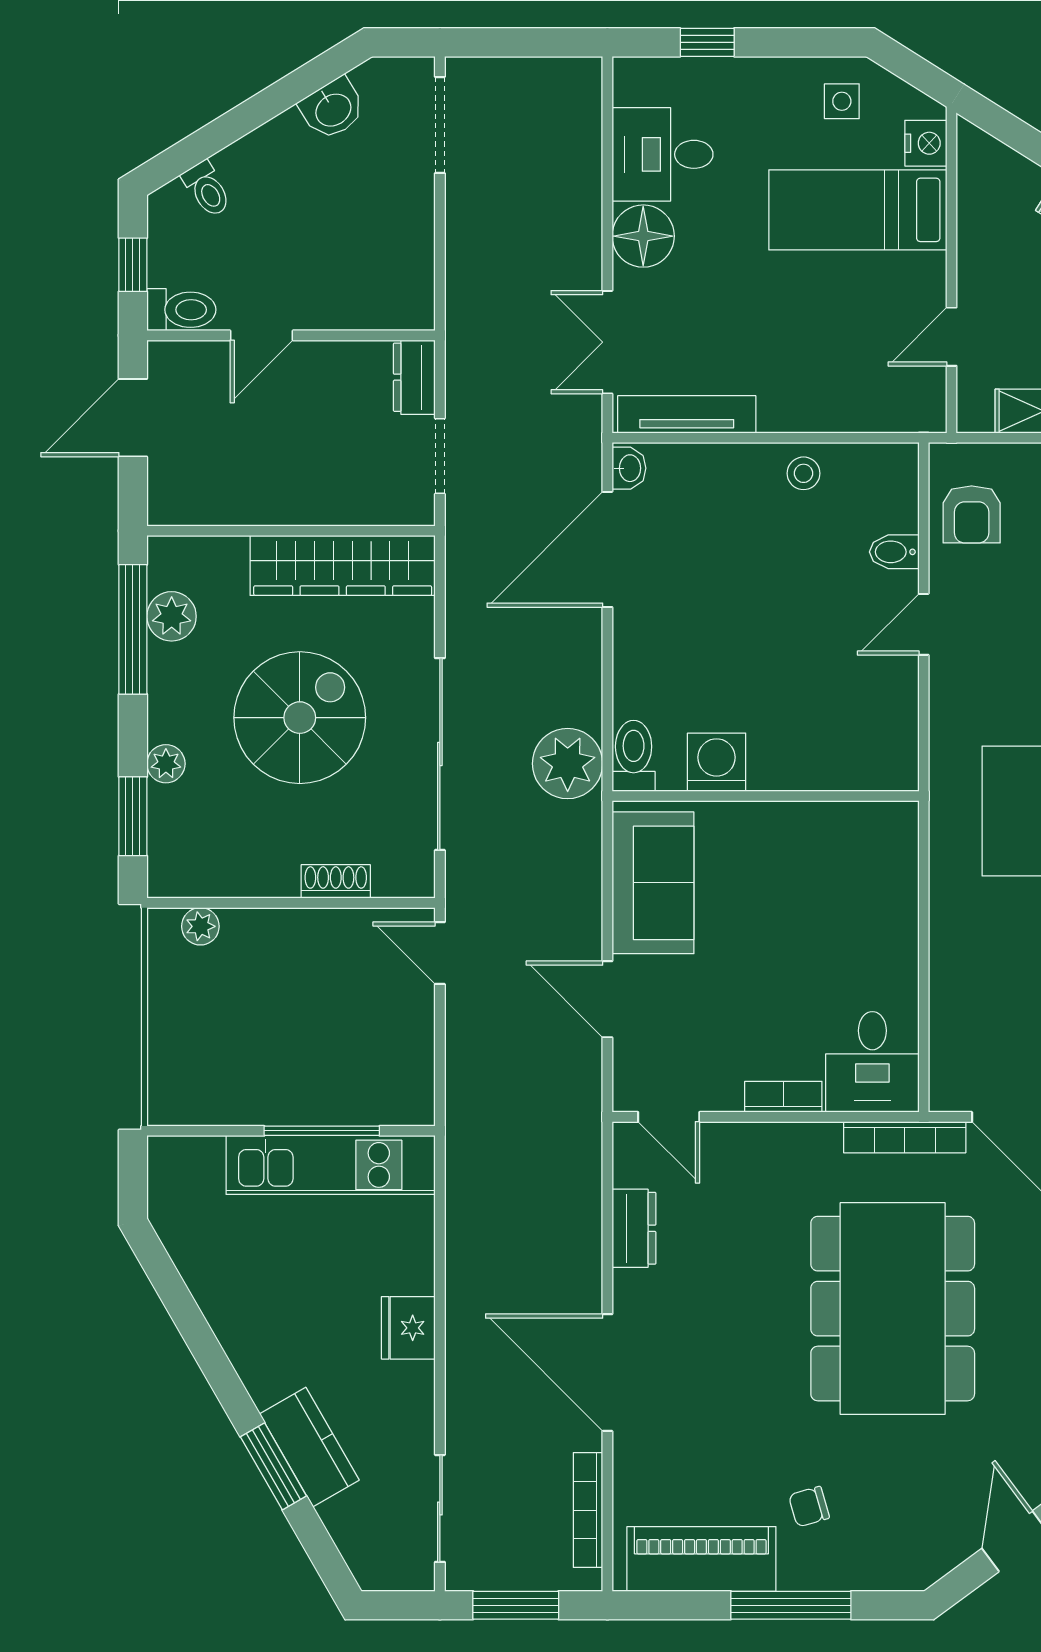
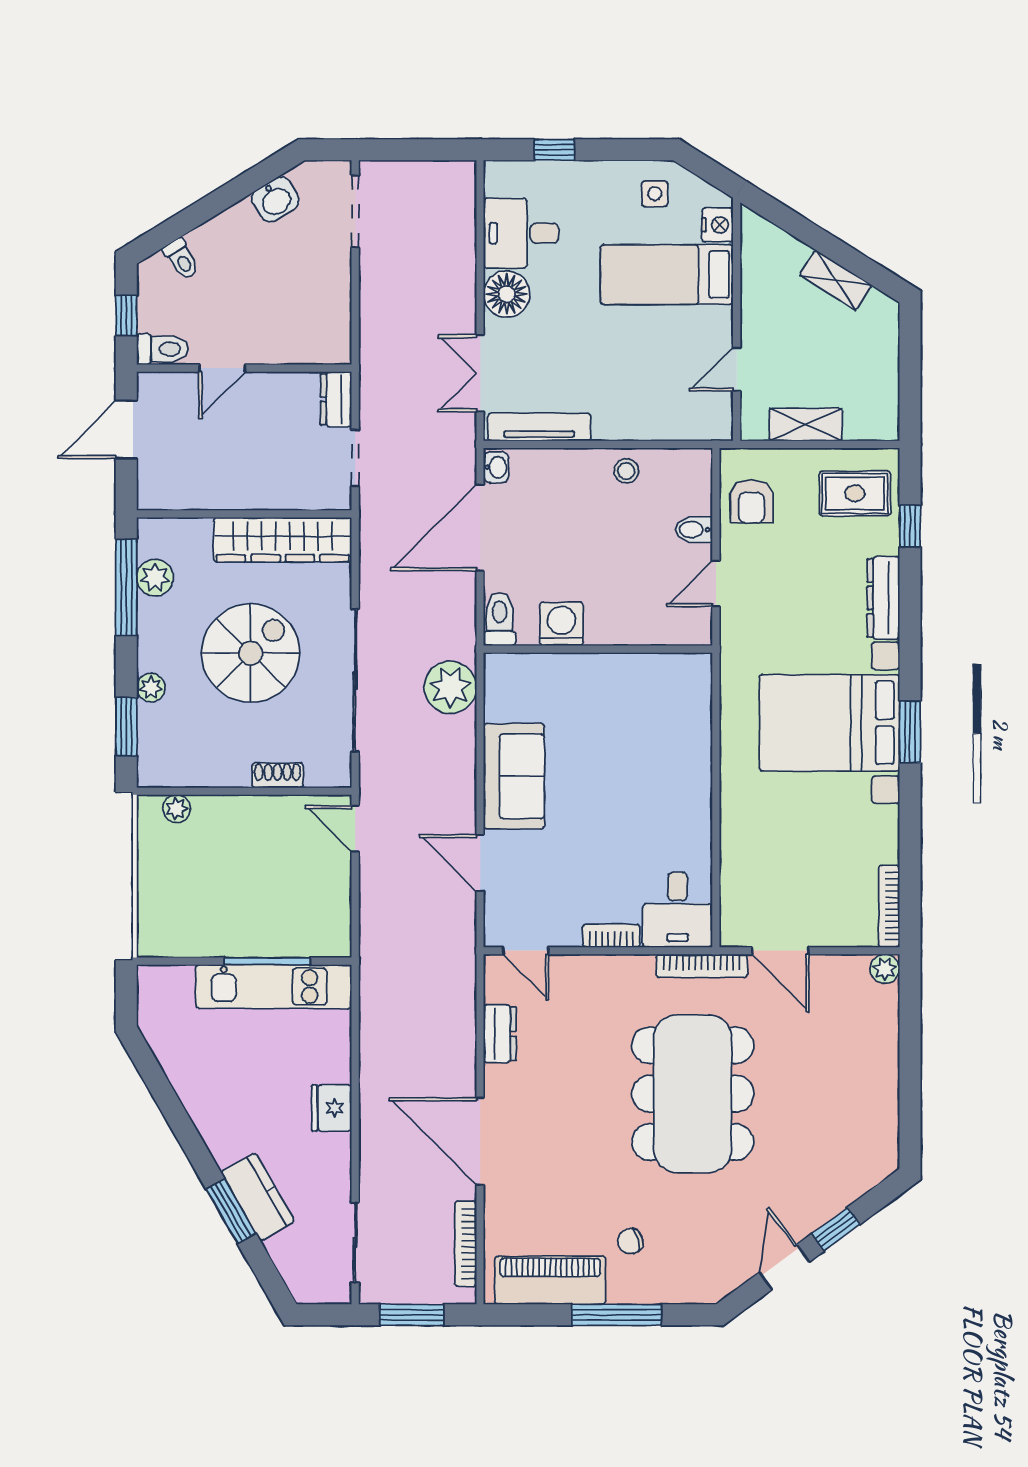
toilet: (634, 756) -> (500, 619), moved
washing machine: (717, 762) -> (561, 624), moved
wall: (766, 796) -> (598, 649), moved

